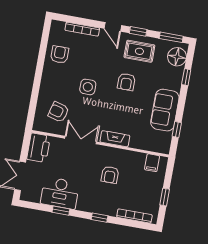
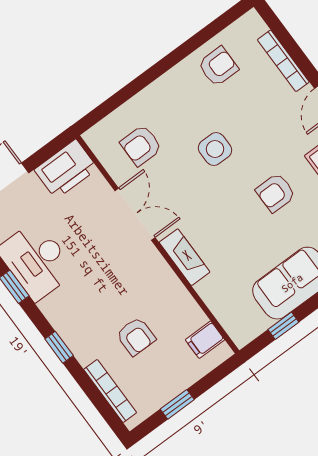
armchair: (58, 112) -> (141, 145), turned -105
armchair: (110, 175) -> (136, 337), moved, turned -90

